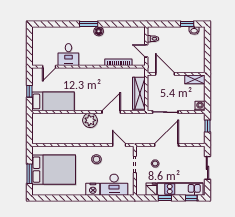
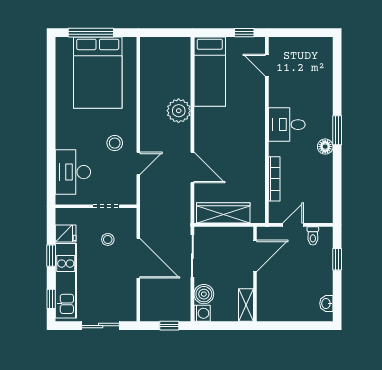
window: (187, 24) -> (337, 259), moved
desk: (68, 55) -> (287, 125), moved
window: (29, 91) -> (244, 33), moved
boiler: (188, 105) -> (204, 294), added
plant: (90, 120) -> (179, 111), moved
door: (119, 145) -> (138, 163), moved
window: (29, 174) -> (91, 33), width x1.44
nightstand: (93, 189) -> (65, 137), removed

